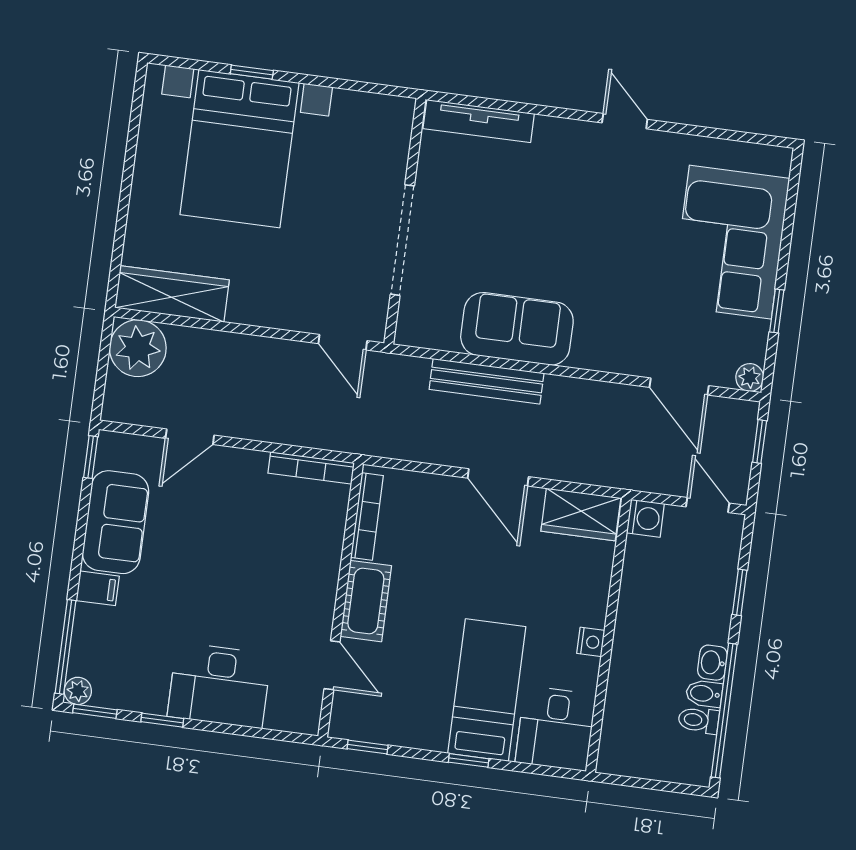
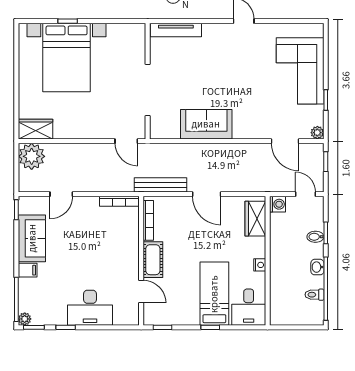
wardrobe: (172, 294) -> (36, 129), width x0.67
bench: (487, 381) -> (161, 185), moved
wardrobe: (581, 515) -> (255, 219), moved, turned 90
bidet: (704, 694) -> (315, 237), moved

